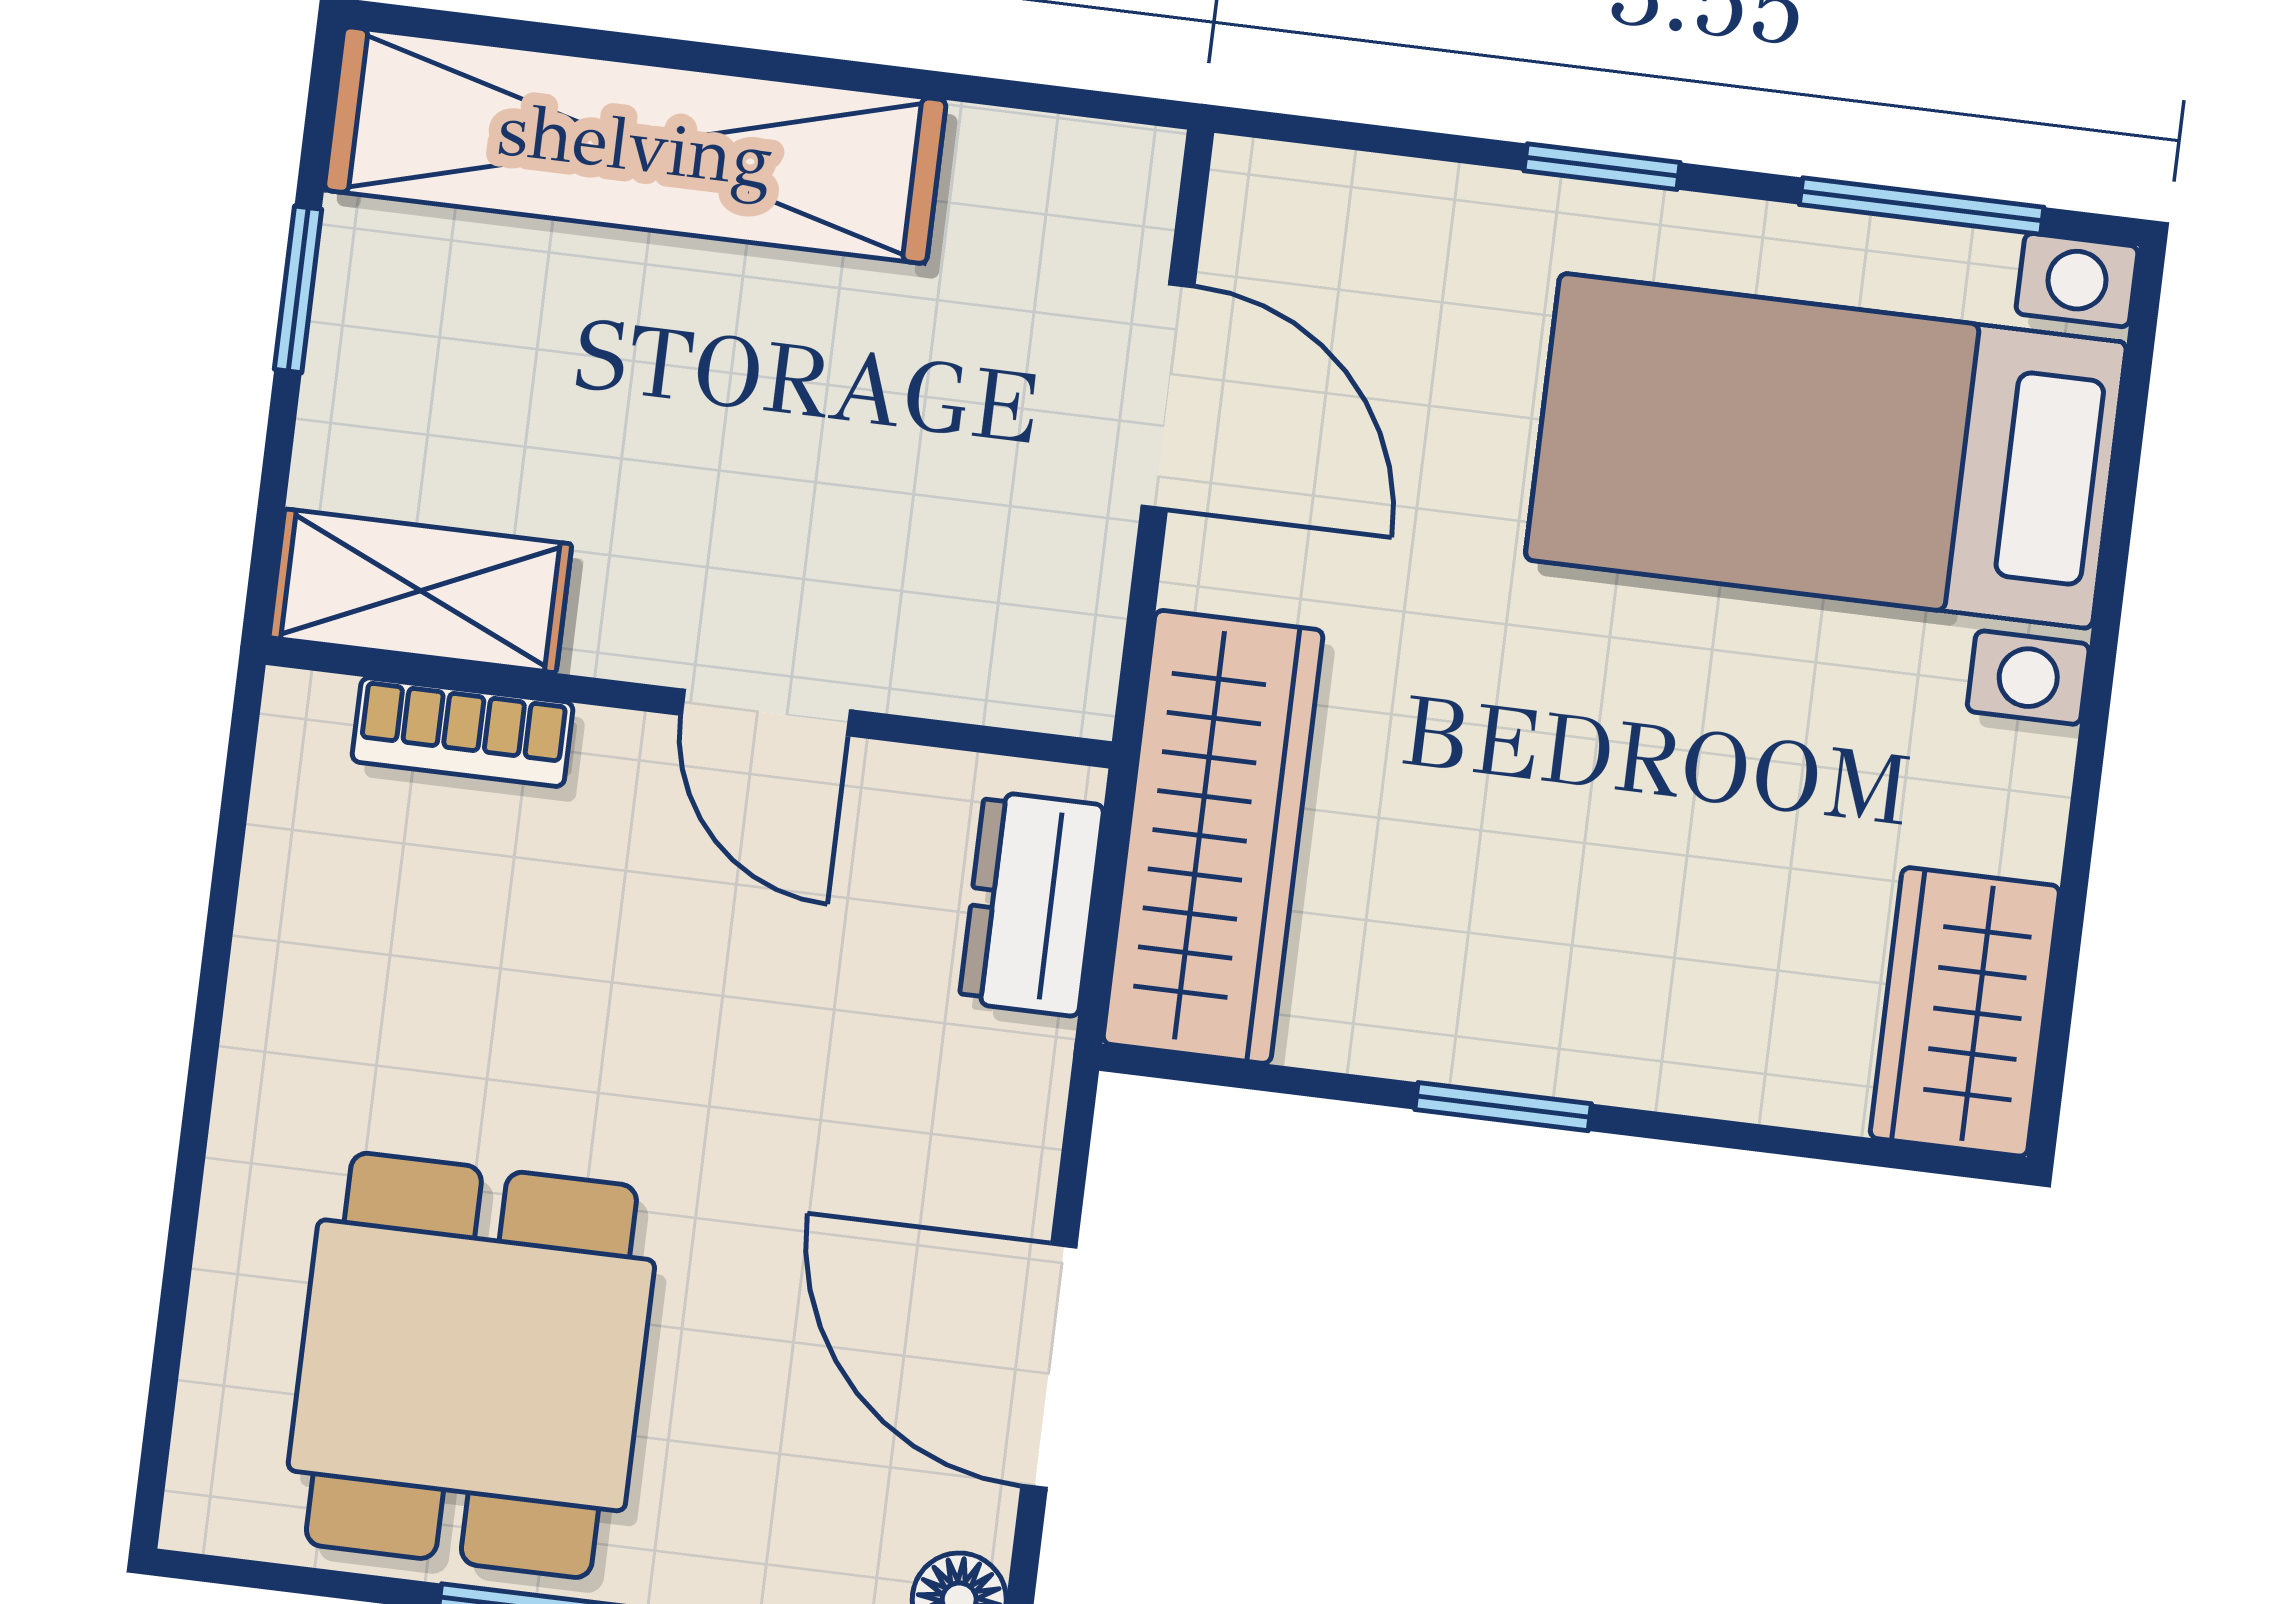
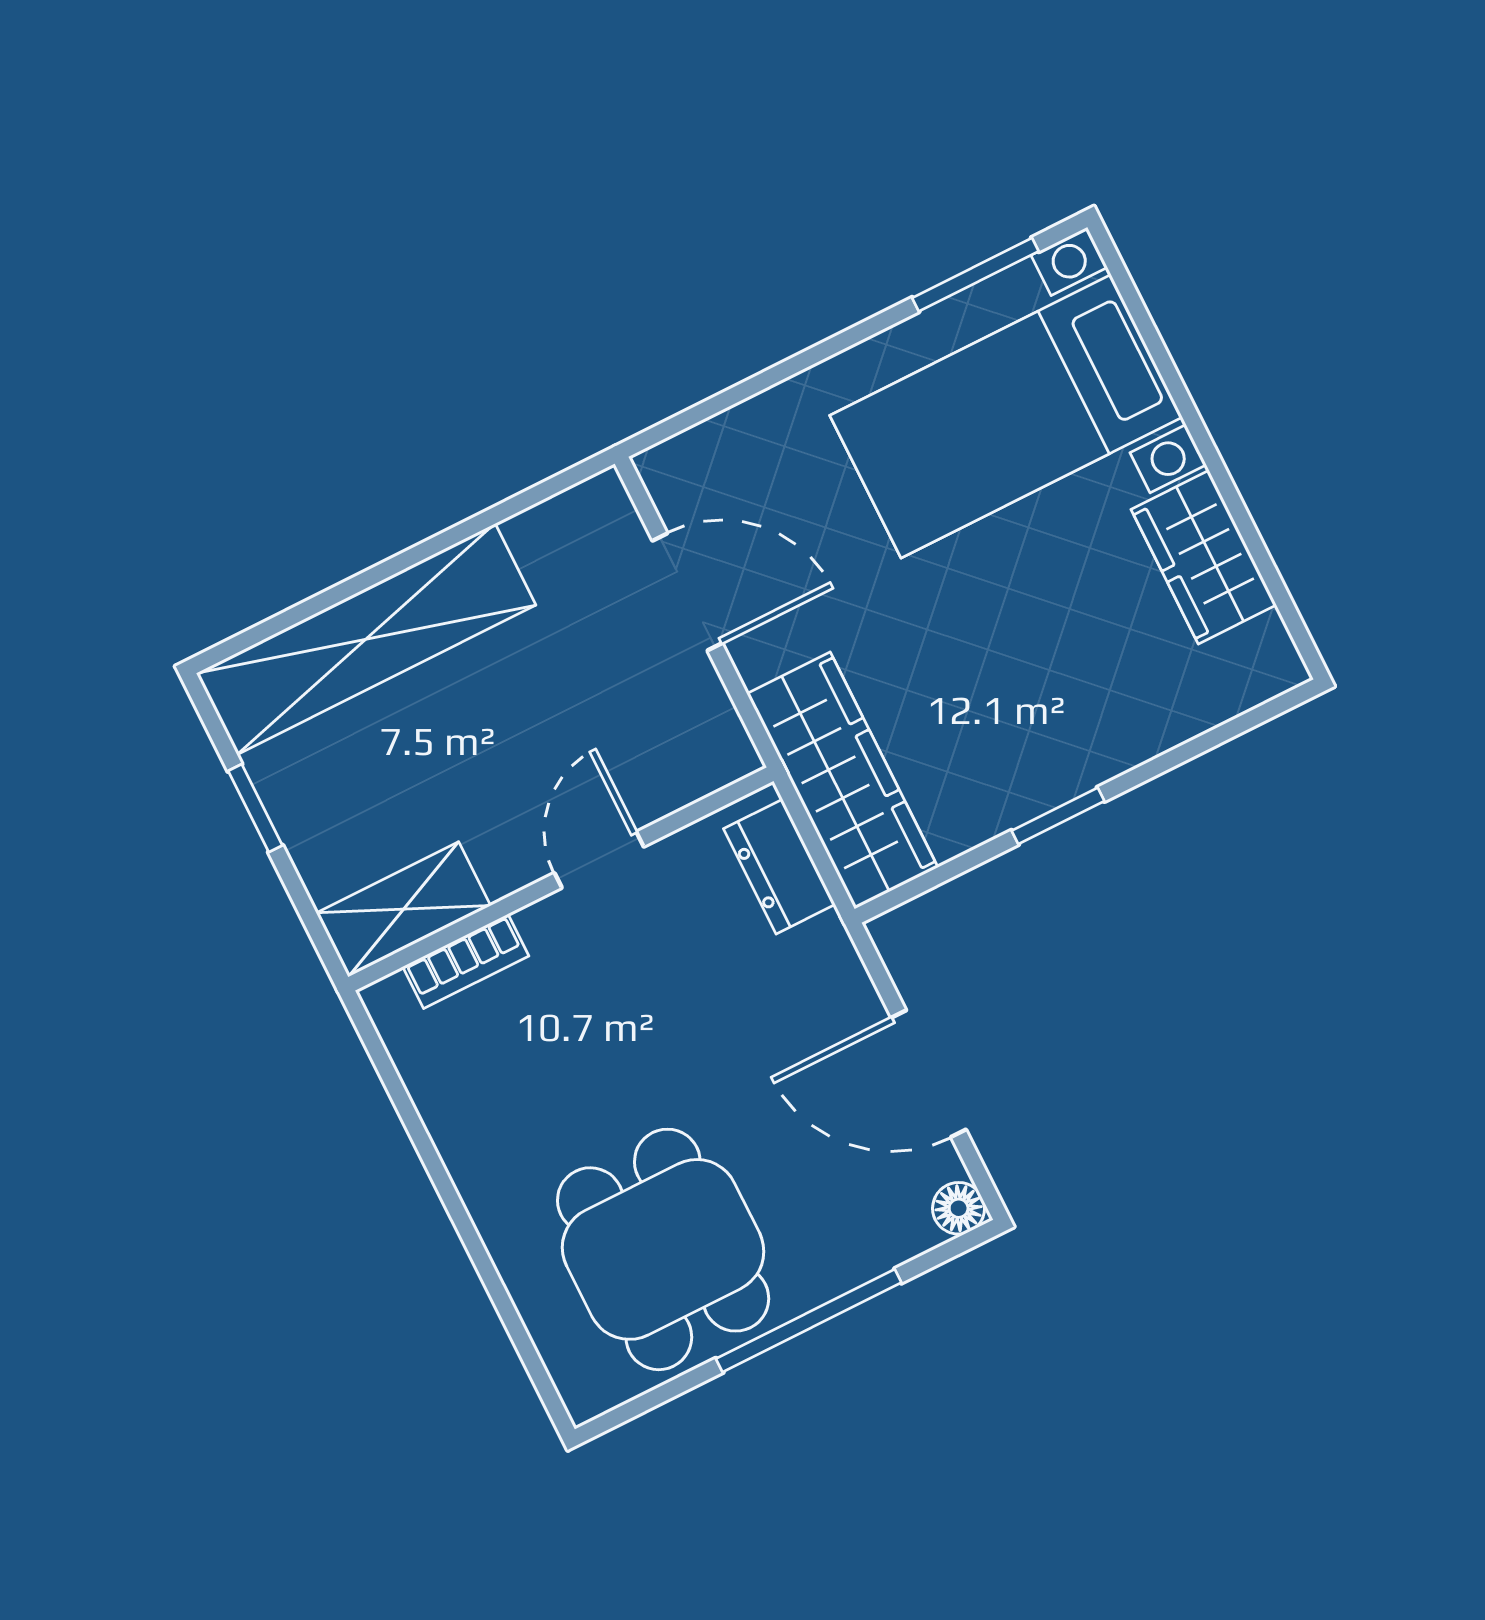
window: (1602, 167) -> (817, 354), removed
door: (766, 713) -> (599, 860), swing flipped
wardrobe: (1965, 1012) -> (1204, 557), moved

